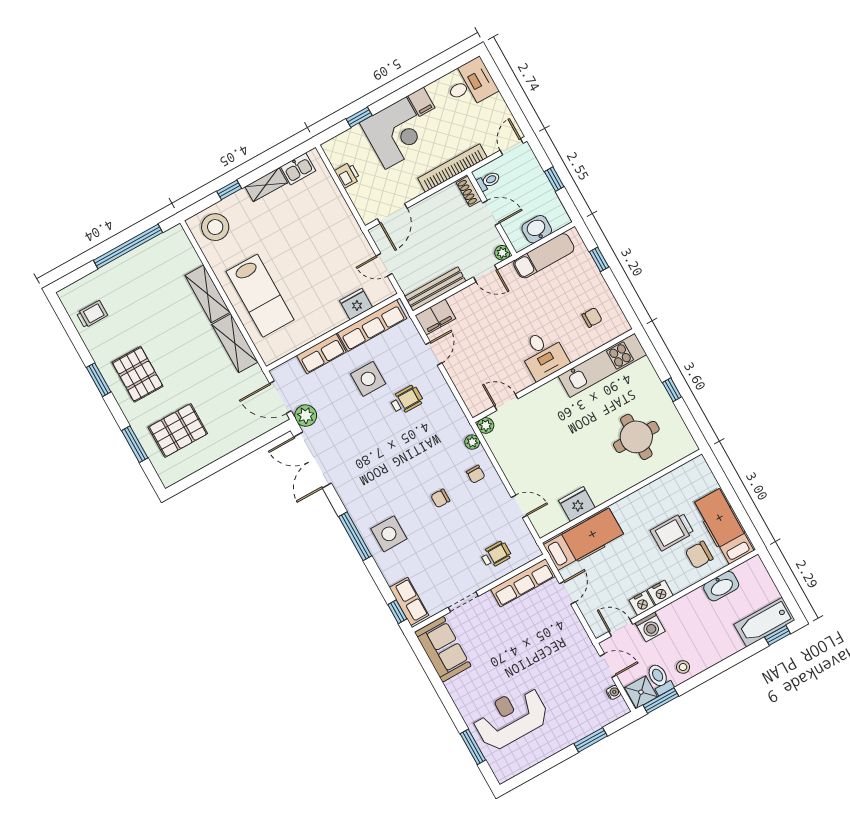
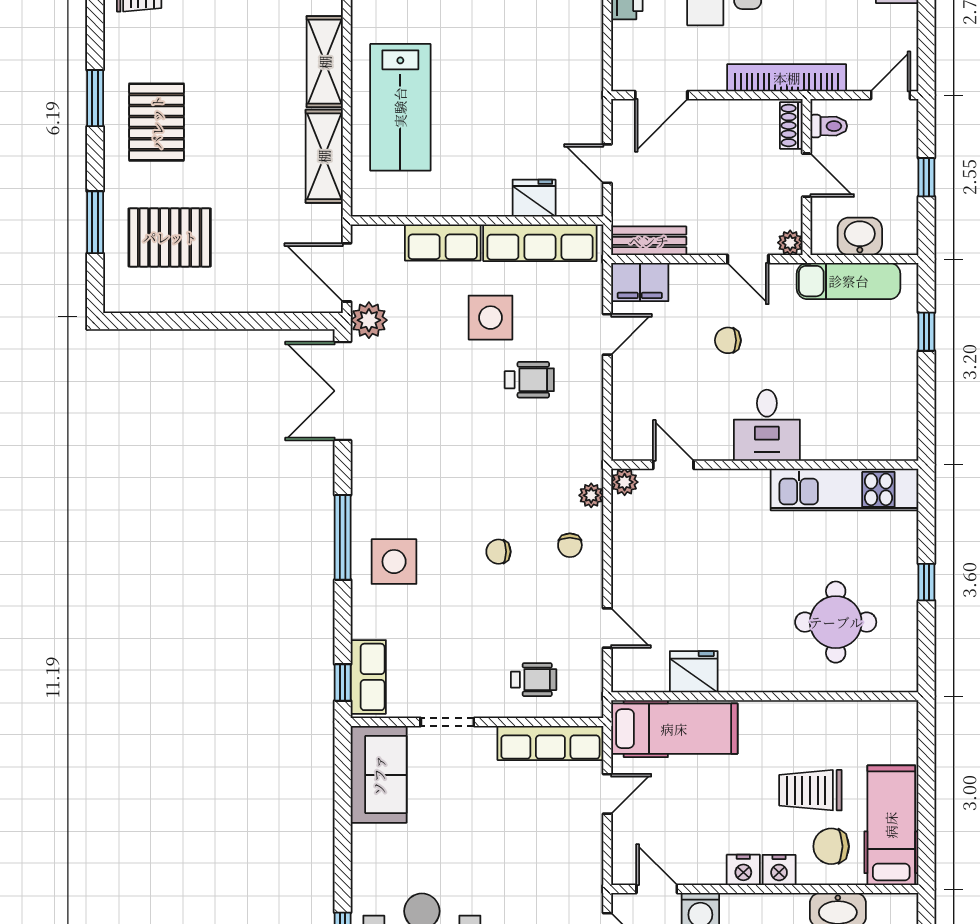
bench: (435, 289) -> (649, 241), width x0.73
chair: (592, 317) -> (728, 340), moved, turned 180
nightstand: (642, 603) -> (779, 870), moved

